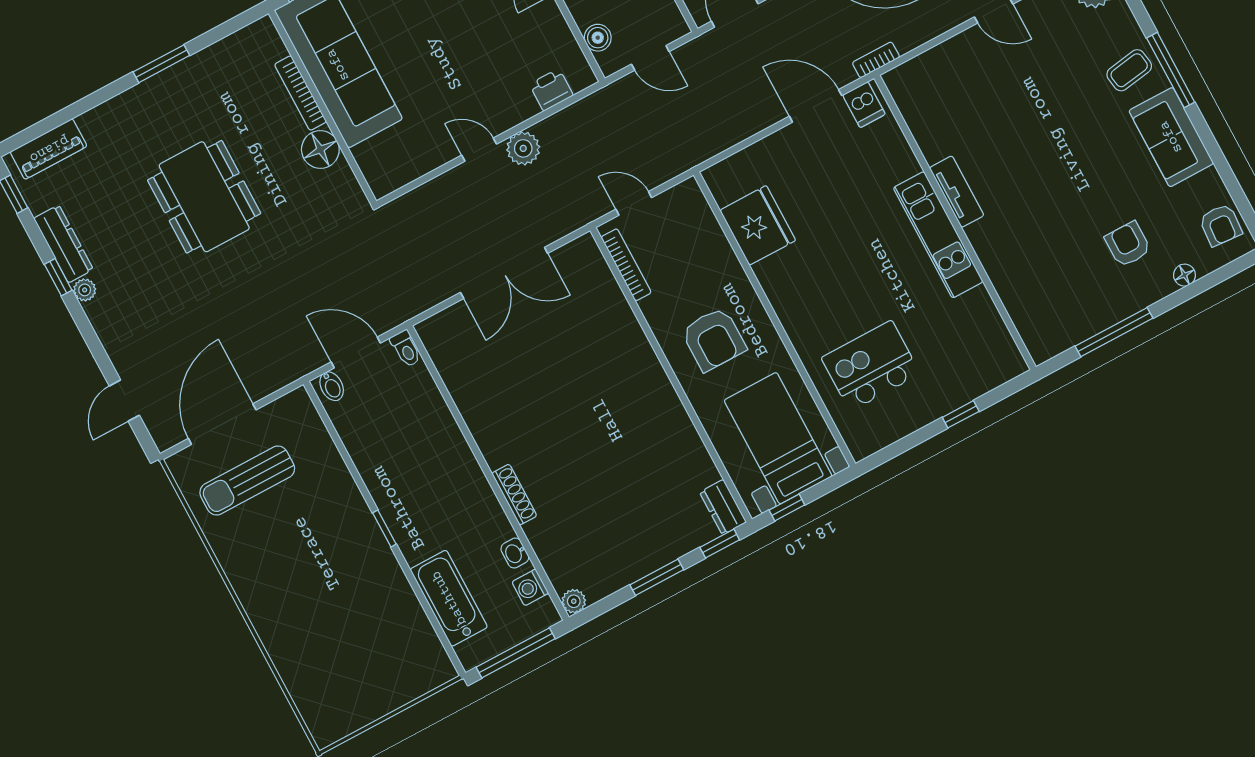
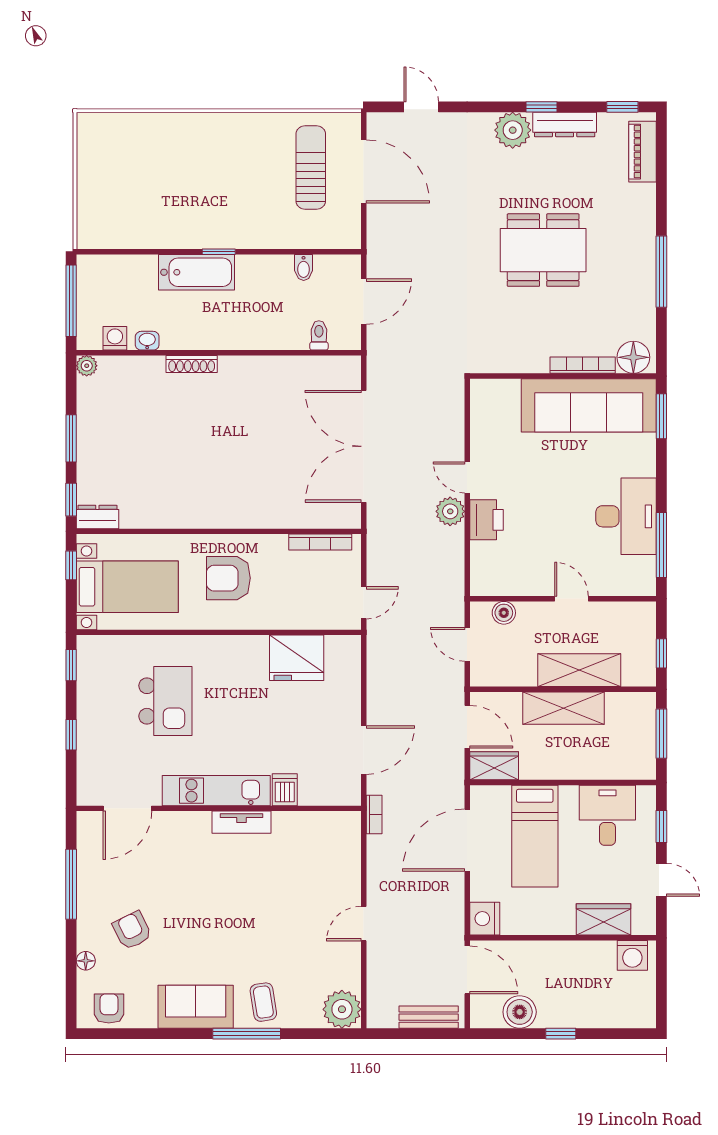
door: (650, 58) -> (467, 644), hinge flipped
window: (161, 64) -> (661, 272), width x1.44
printer: (551, 90) -> (486, 520), moved, width x1.36, depth x1.24
dishwasher: (864, 105) -> (285, 790), moved, turned 90
floor lamp: (320, 149) -> (633, 357), moved
door: (479, 150) -> (467, 477), swing flipped
door: (634, 203) -> (364, 603), moved
armchair: (1221, 225) -> (109, 1008), turned 86
armchair: (1128, 244) -> (132, 930), turned -116
double door: (504, 273) -> (364, 446), width x1.36
plant: (85, 290) -> (513, 130), width x1.88, depth x1.88
door: (1005, 316) -> (127, 808), added
toilet: (406, 349) -> (319, 335), moved, turned 90
kitchen island: (871, 366) -> (165, 701), moved
bidet: (332, 386) -> (304, 268), moved, turned -90
window: (889, 453) -> (71, 665), added
bathtub: (449, 598) -> (197, 272), moved

